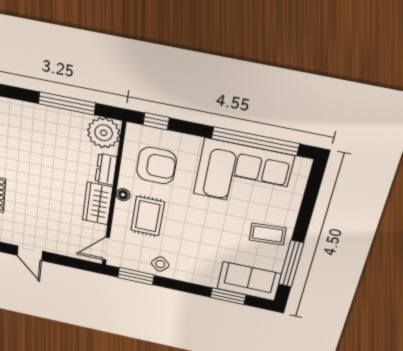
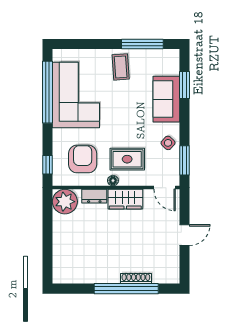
window: (67, 103) -> (48, 231), removed
door: (30, 253) -> (184, 235), moved
sofa: (249, 281) -> (166, 99), moved

